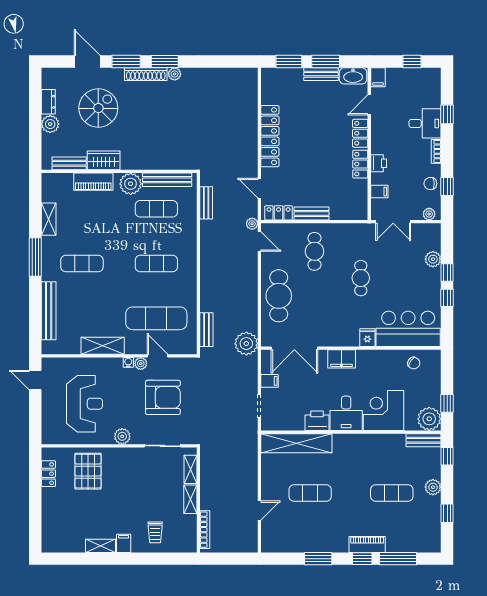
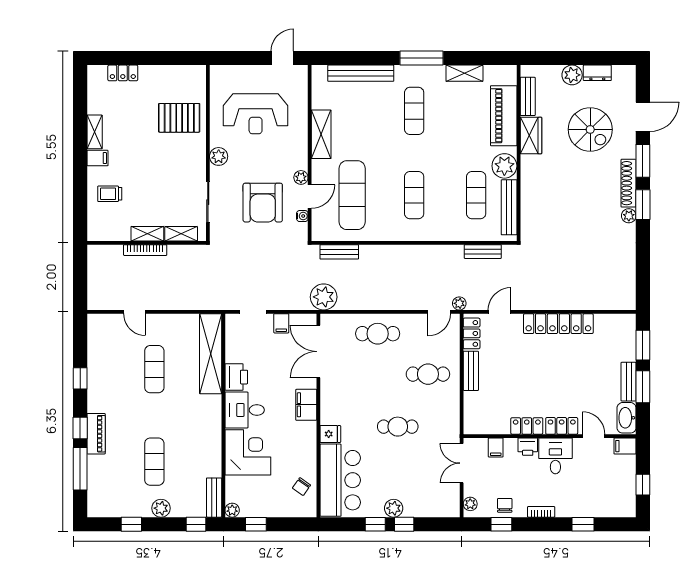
desk: (425, 123) -> (555, 456), moved, turned 180
piano: (93, 182) -> (504, 116), width x1.37, depth x1.33
plant: (433, 259) -> (394, 508), moved
cafe table: (279, 296) -> (378, 334), width x0.73, depth x0.74
water cooler: (128, 362) -> (302, 216), moved
plant: (429, 419) -> (232, 510), width x0.53, depth x0.53
locker: (48, 474) -> (123, 73), moved
bookcase: (205, 530) -> (145, 250), moved
window: (318, 559) -> (80, 378), width x0.67

